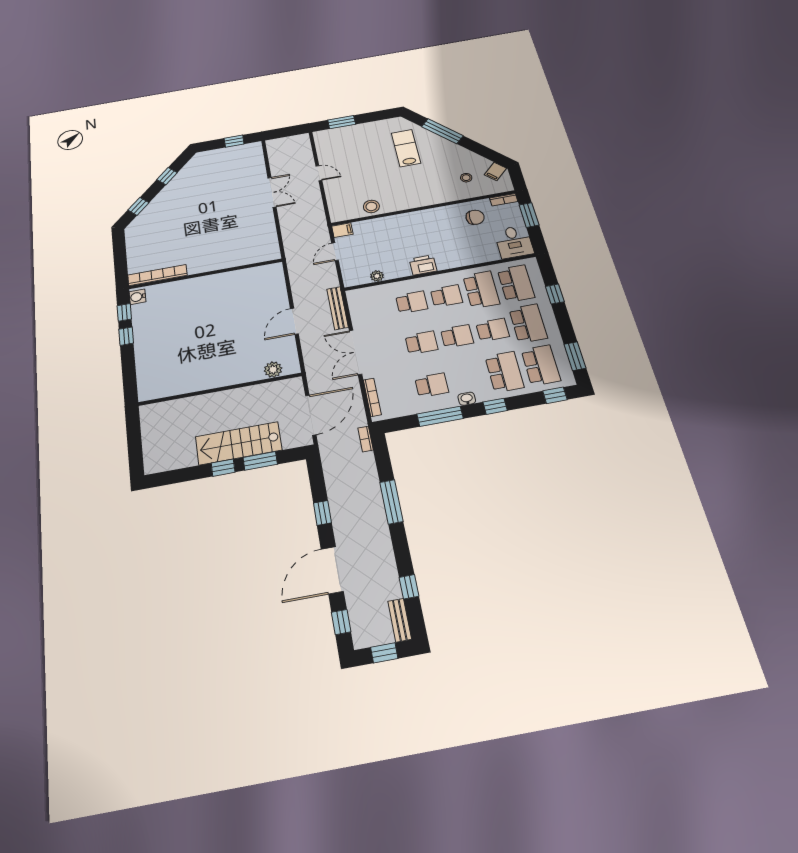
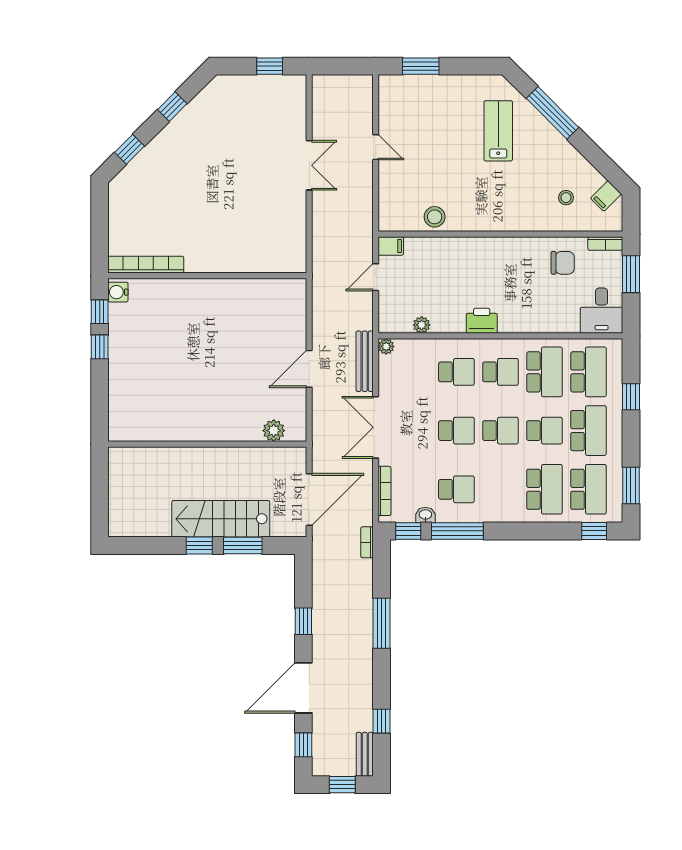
plant: (352, 295) -> (386, 346), added
washbasin: (467, 399) -> (425, 515), moved
window: (495, 406) -> (408, 531), moved

